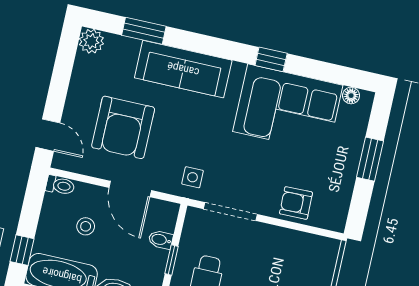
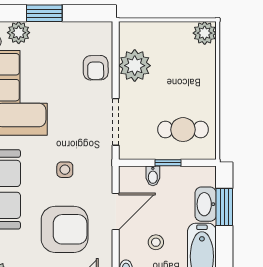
plant: (355, 126) -> (19, 33), added
side table: (193, 177) -> (65, 170), moved
plant: (289, 247) -> (135, 66), added

